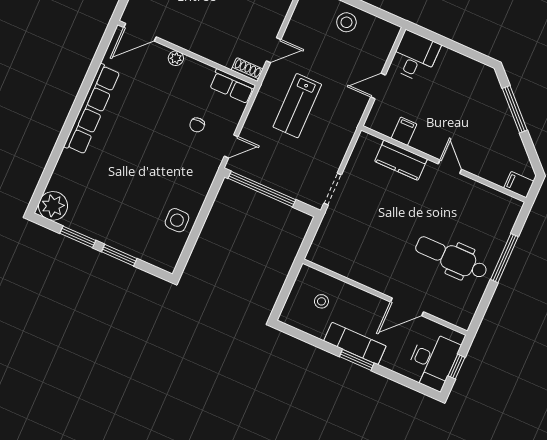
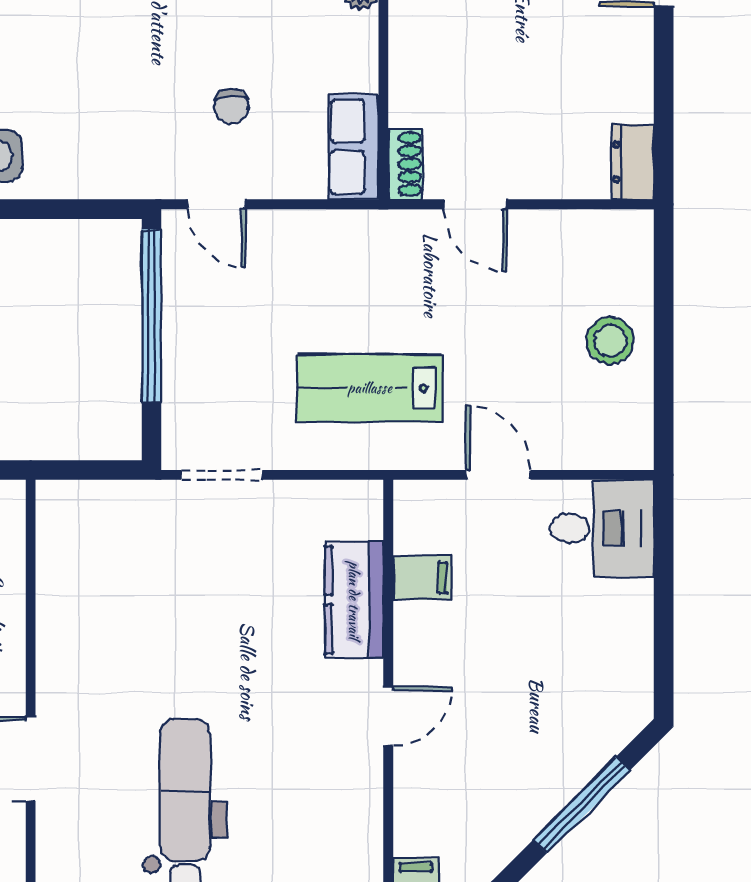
lab bench: (297, 106) -> (370, 388), moved
chair: (197, 125) -> (232, 107), turned -90

